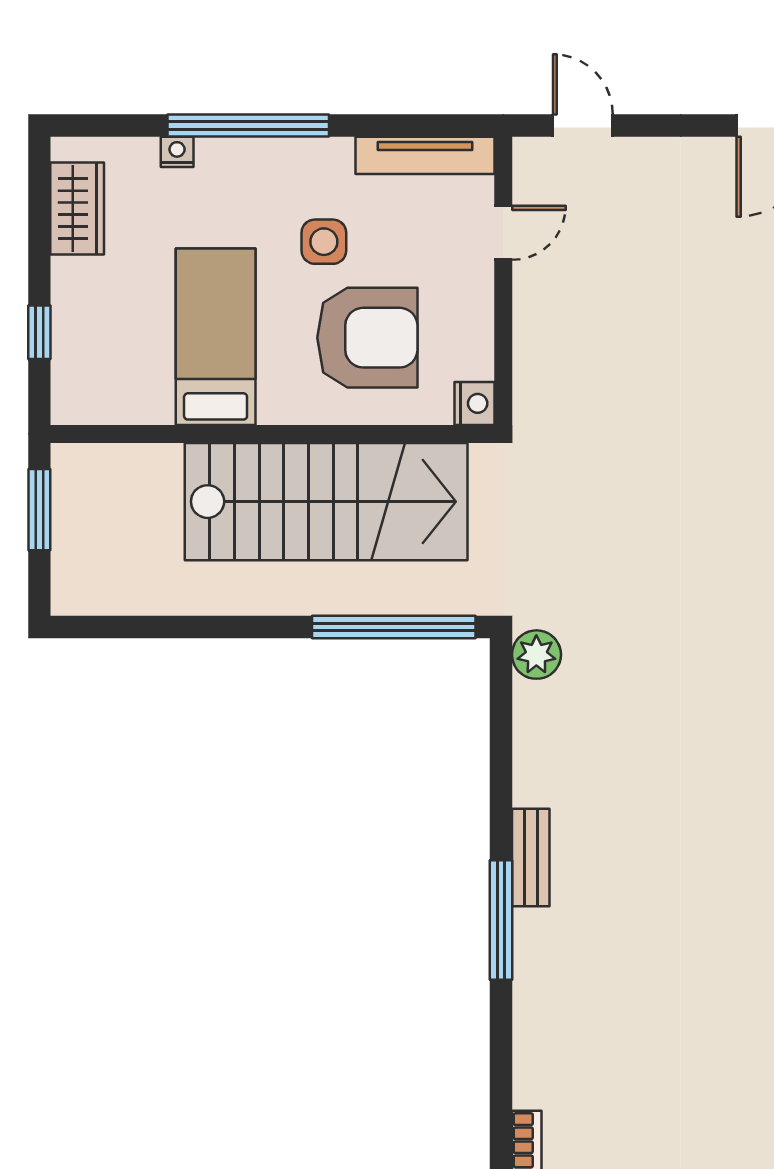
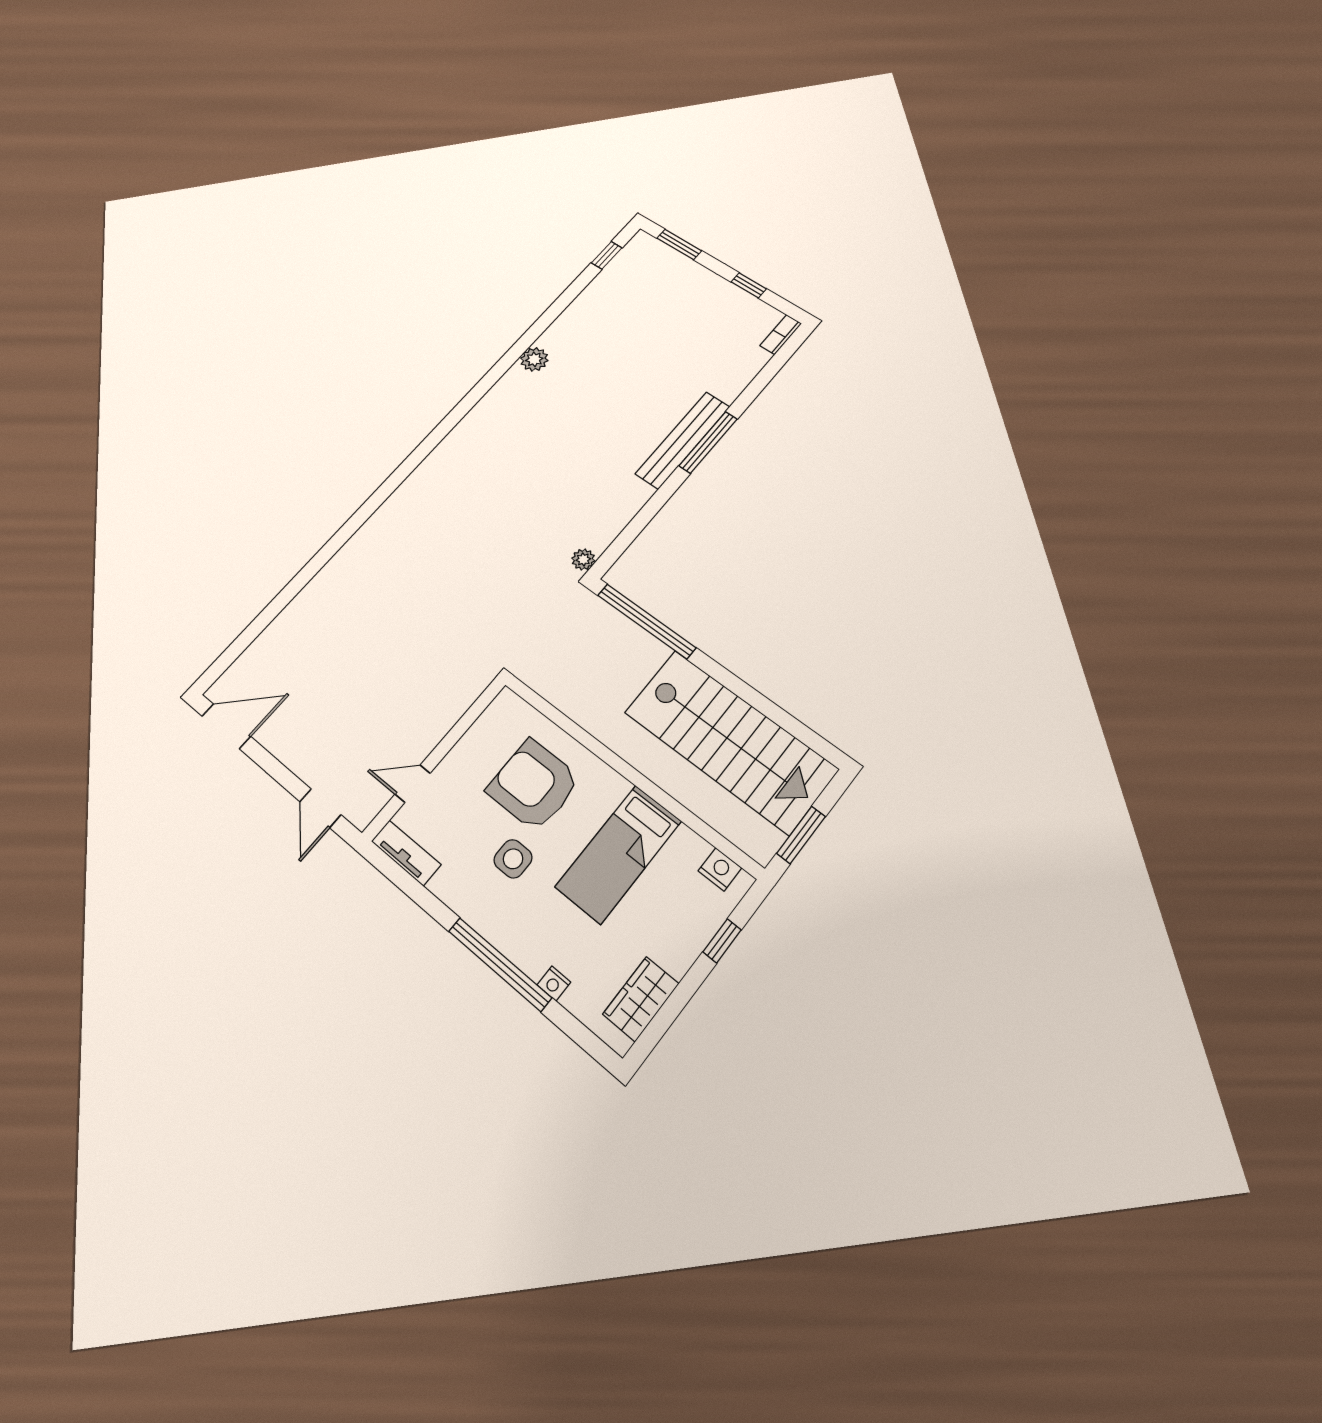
tv unit: (425, 155) -> (406, 853), width x0.71
nightstand: (474, 403) -> (720, 869), moved, turned 90
stairs: (326, 502) -> (730, 740), moved, turned 180
plant: (536, 655) -> (583, 559), width x0.73, depth x0.73
bench: (531, 858) -> (683, 440), width x1.86, depth x1.21

